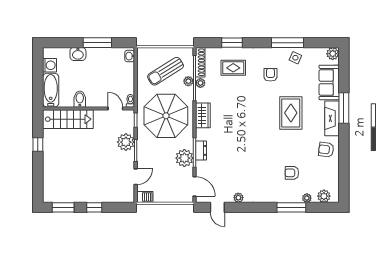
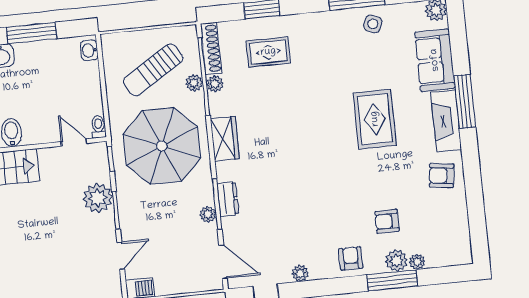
armchair: (270, 75) -> (351, 258), moved
plant: (184, 158) -> (208, 214), width x0.53, depth x0.53
plant: (324, 196) -> (396, 261), moved

